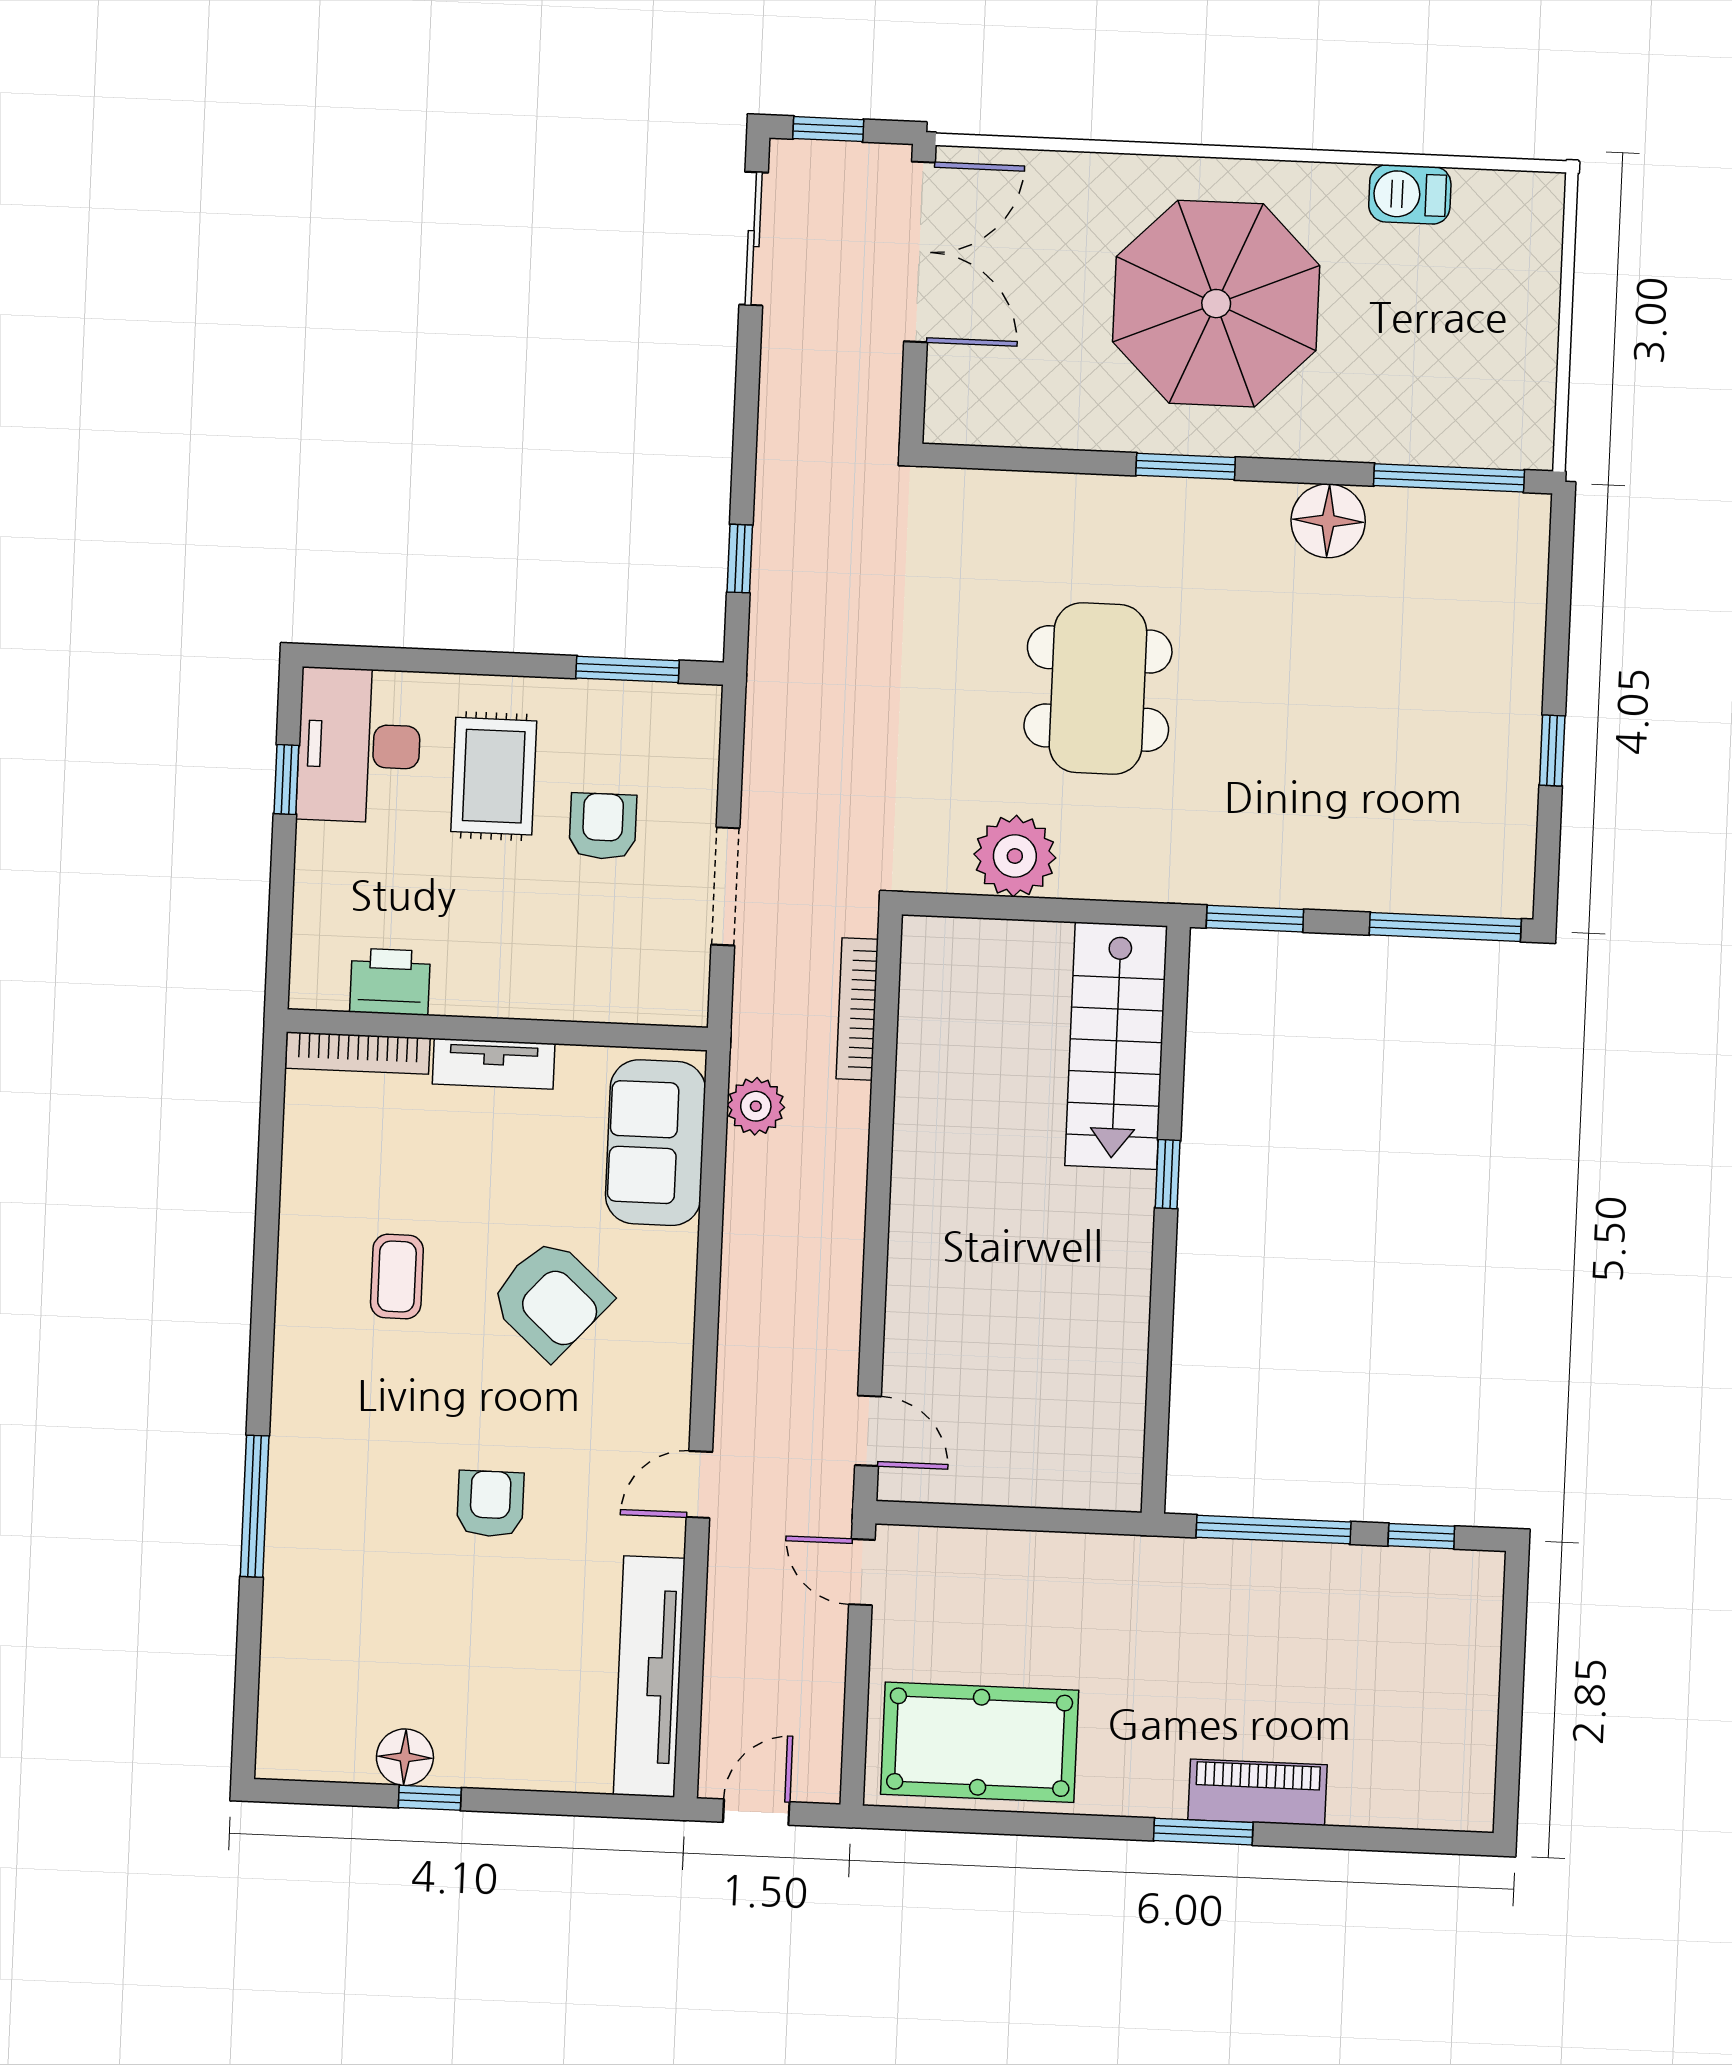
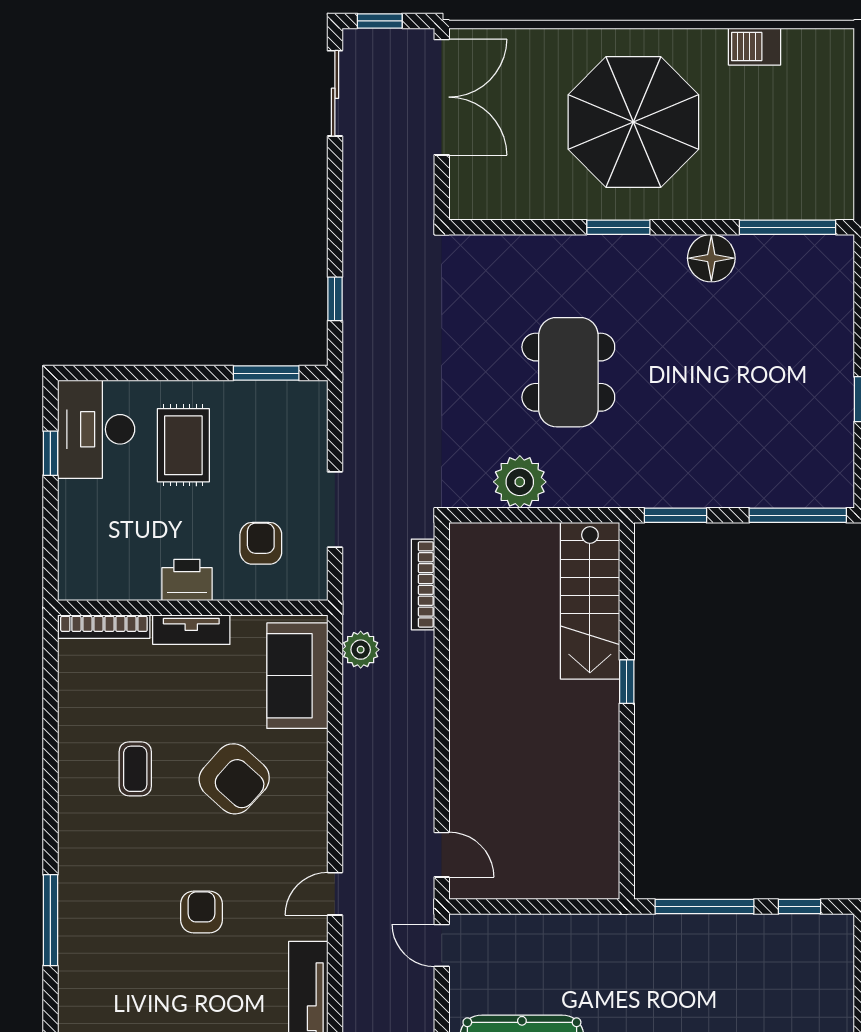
armchair: (603, 826) -> (261, 543), moved
printer: (390, 982) -> (187, 580), moved

